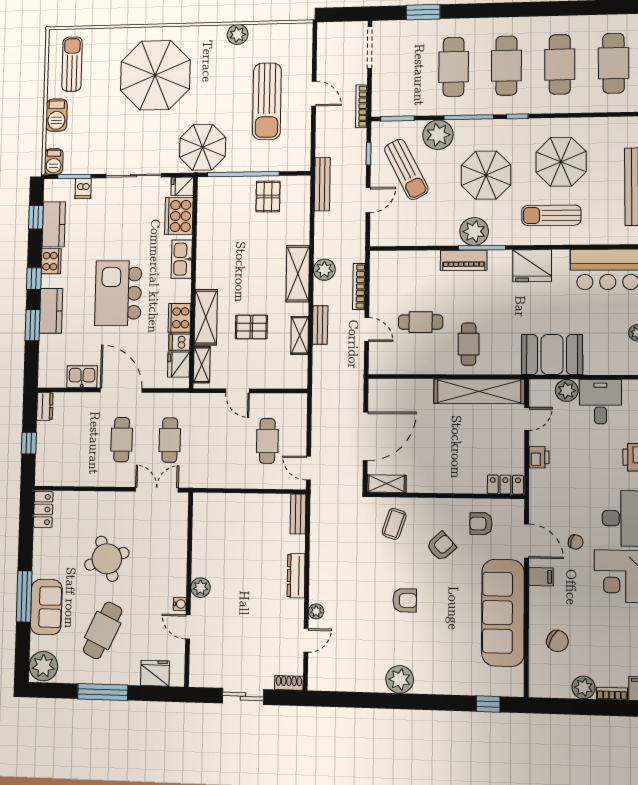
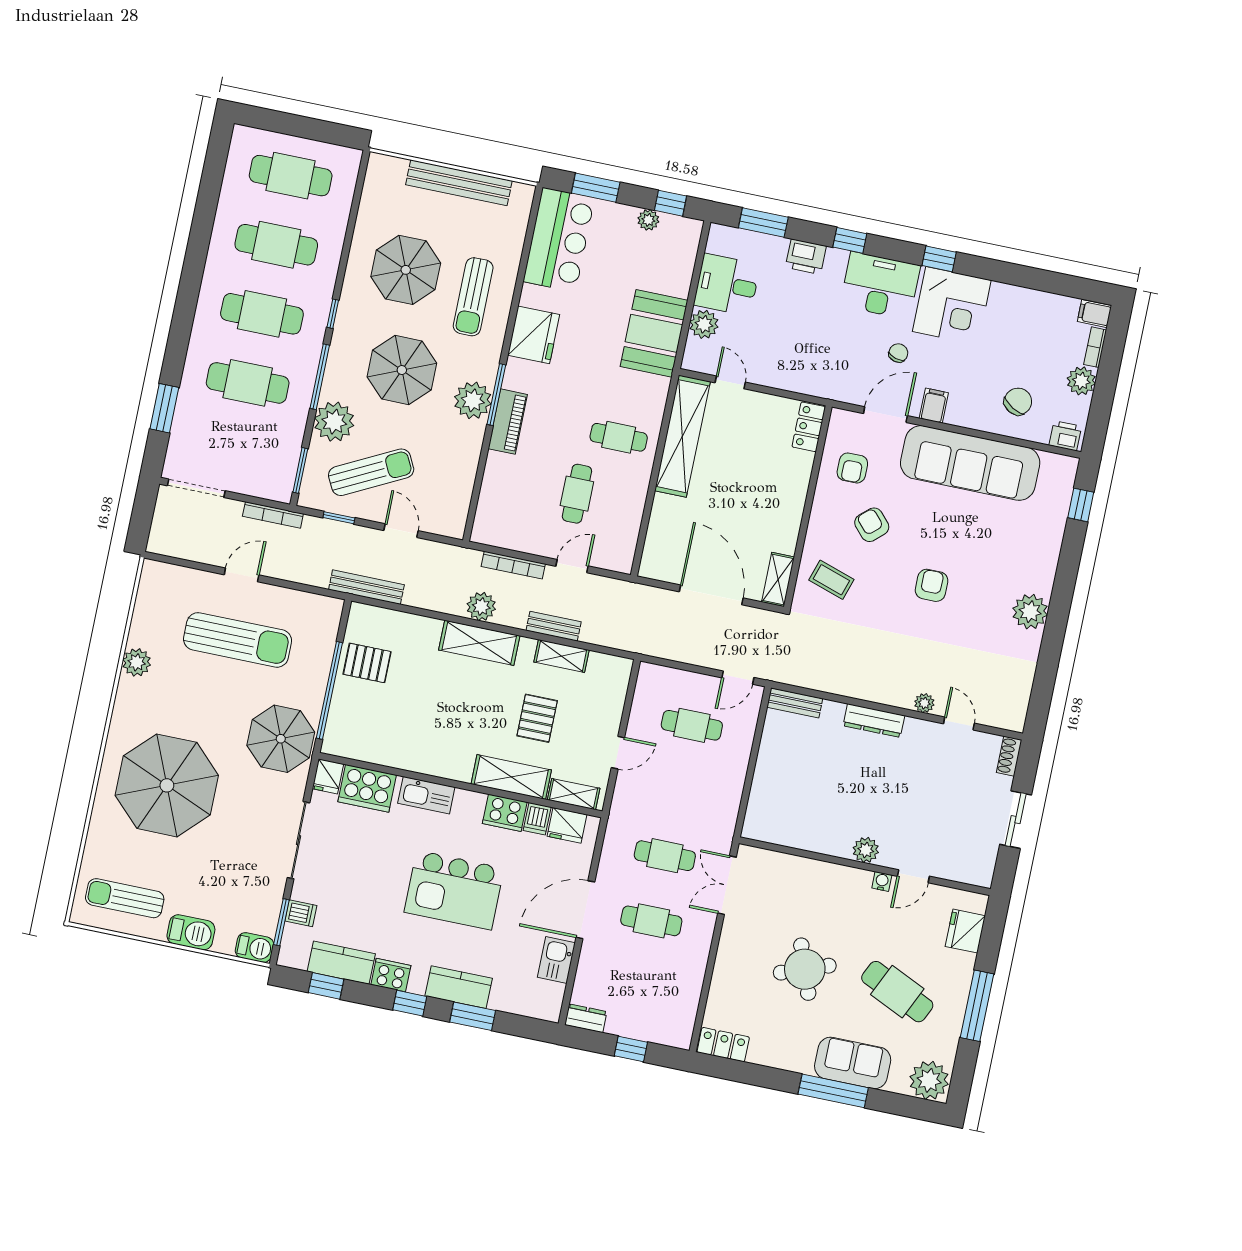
printer: (539, 457) -> (1065, 436), moved

